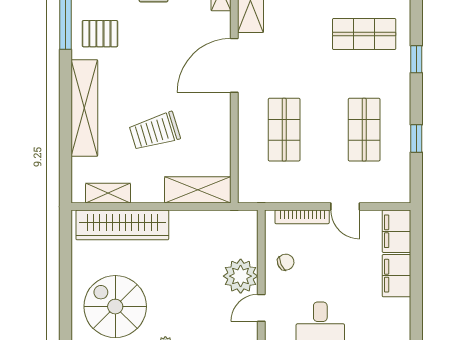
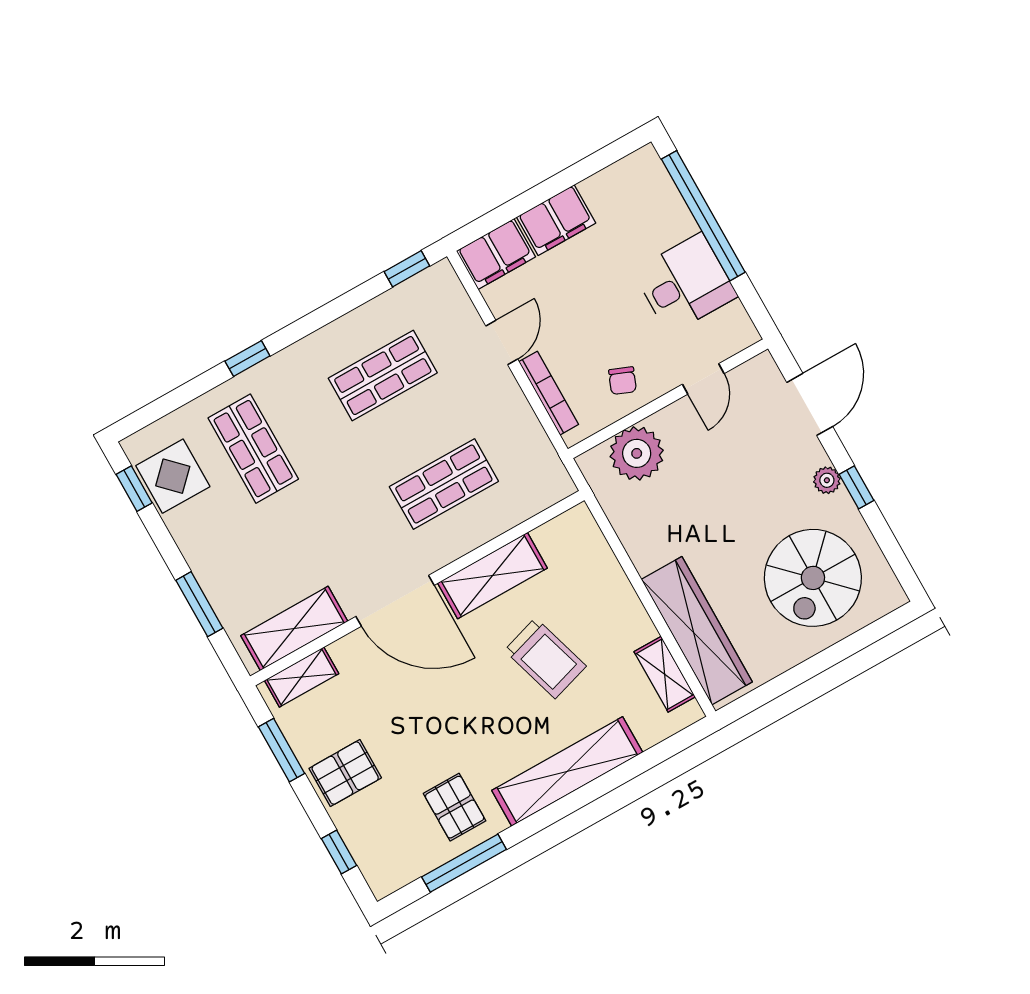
window: (416, 139) -> (407, 269), moved
shelving: (198, 190) -> (492, 576), moved, turned 90
chair: (286, 262) -> (622, 381), turned -134
plant: (241, 276) -> (637, 453), moved
door: (261, 308) -> (703, 379), hinge flipped

